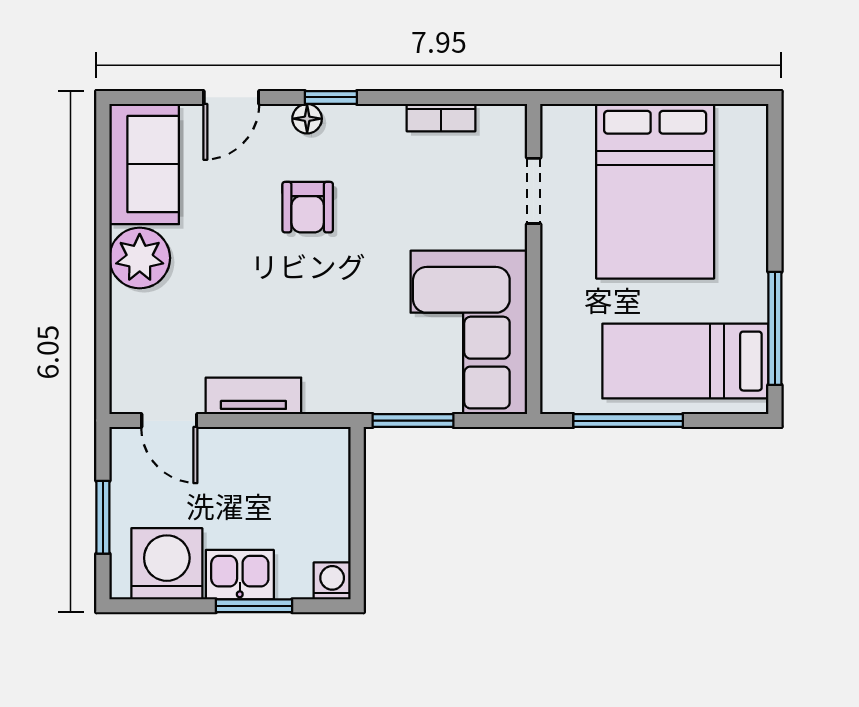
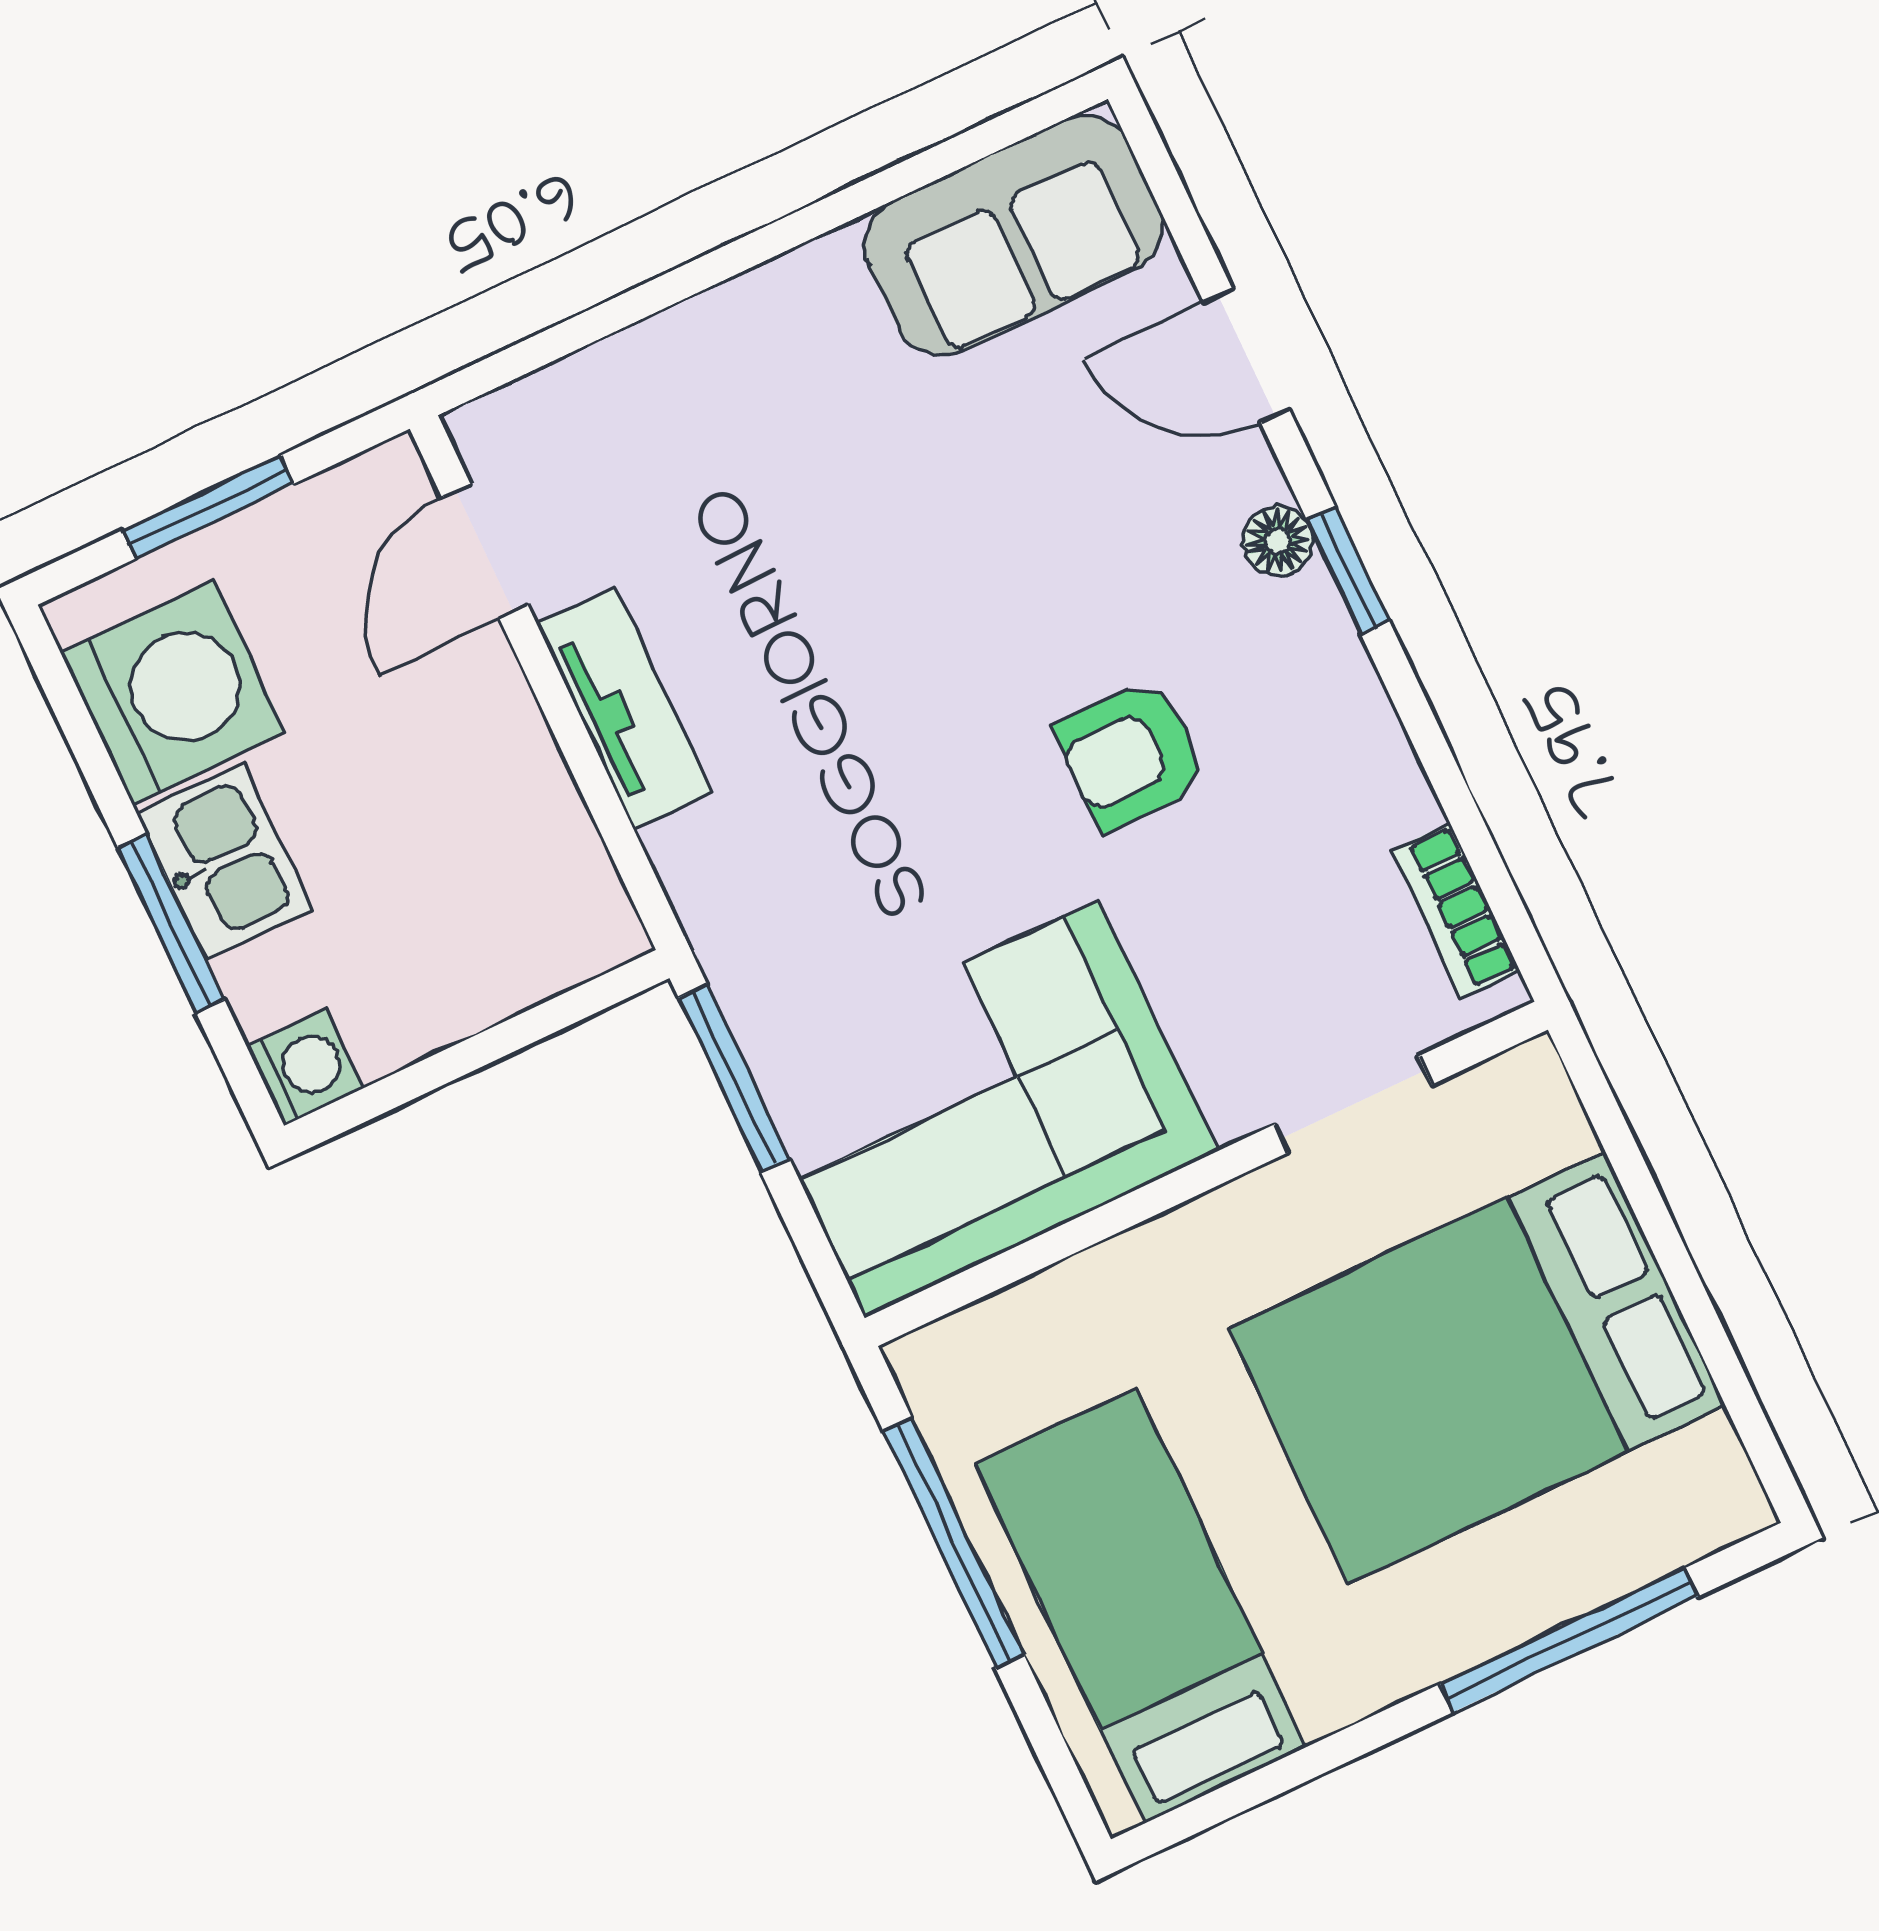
bookcase: (441, 118) -> (1455, 911), moved
armchair: (308, 207) -> (1131, 755), moved
plant: (140, 258) -> (806, 322), removed
window: (775, 328) -> (1569, 1640), moved

